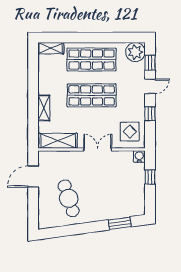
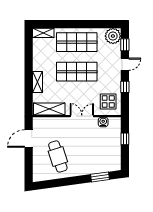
water cooler: (139, 157) -> (103, 122), moved

